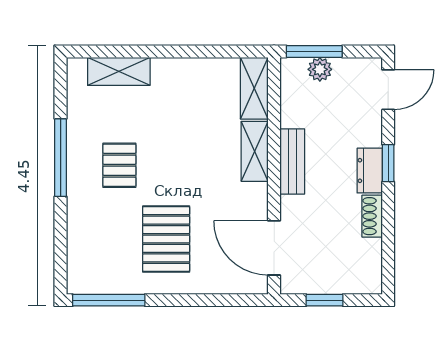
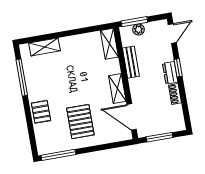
shelving: (255, 151) -> (117, 89), moved
window: (61, 158) -> (22, 77), moved
bench: (292, 161) -> (131, 62), moved
pallet: (119, 165) -> (41, 112), moved
window: (325, 300) -> (160, 137), width x1.50

